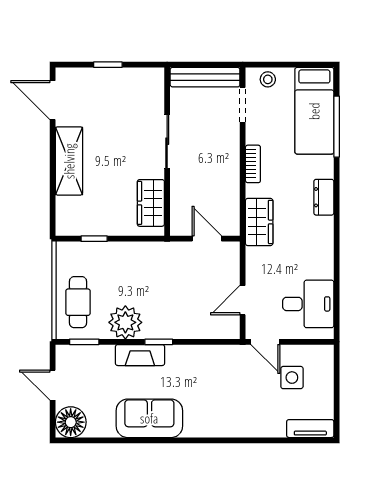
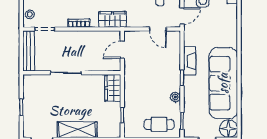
wardrobe: (151, 203) -> (113, 88), moved, turned 90
plant: (125, 322) -> (175, 97), width x0.53, depth x0.53
fireplace: (140, 355) -> (190, 61), moved
sofa: (149, 418) -> (223, 83), width x1.85, depth x1.27

